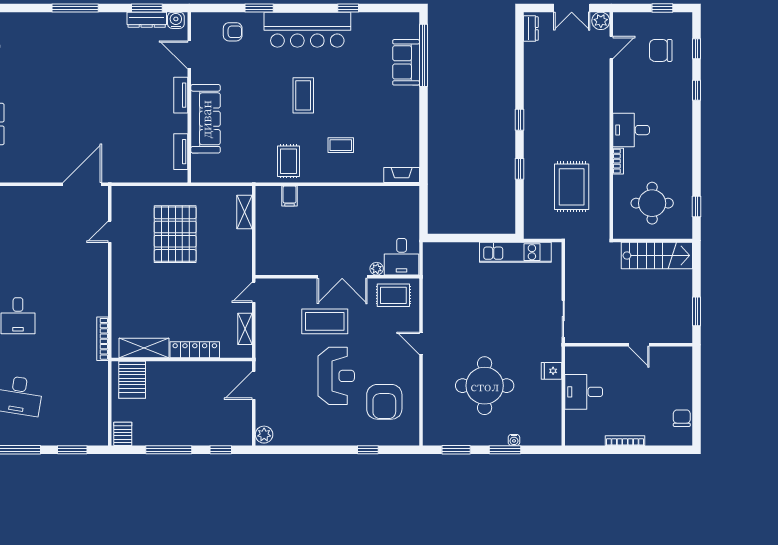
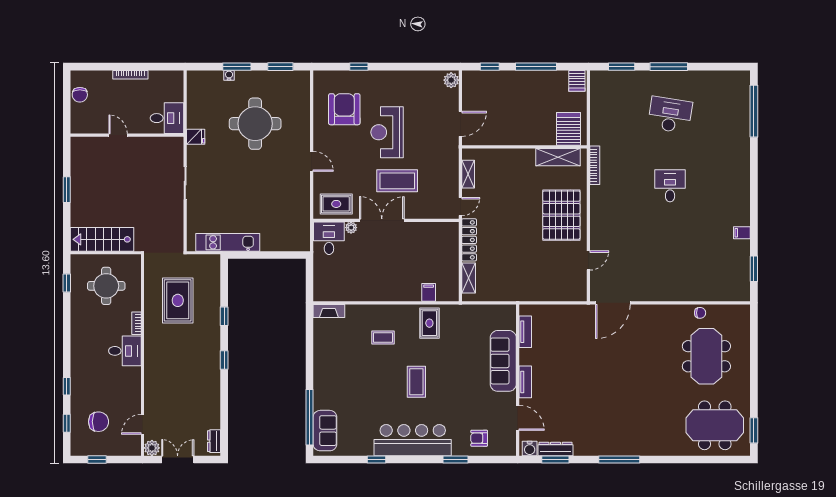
sofa: (406, 62) -> (325, 431), moved
pallet: (175, 234) -> (561, 215), moved
wall: (629, 345) -> (127, 135), moved
door: (639, 345) -> (118, 135), moved
locker: (195, 350) -> (469, 240), moved, turned -90

